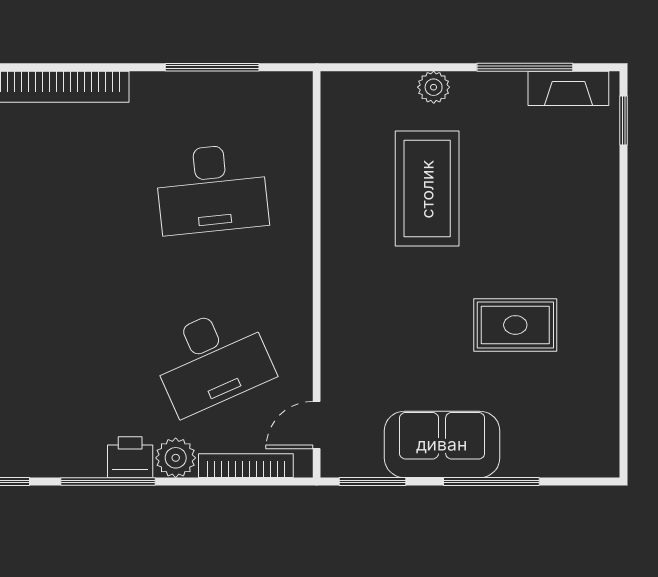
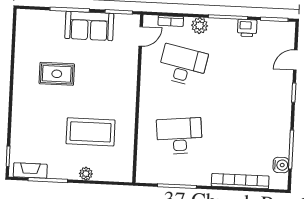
coffee table: (427, 189) -> (91, 132), turned 90
desk: (212, 360) -> (183, 65), turned 36
printer: (130, 457) -> (247, 28), moved
bookcase: (246, 466) -> (171, 21), width x0.64

